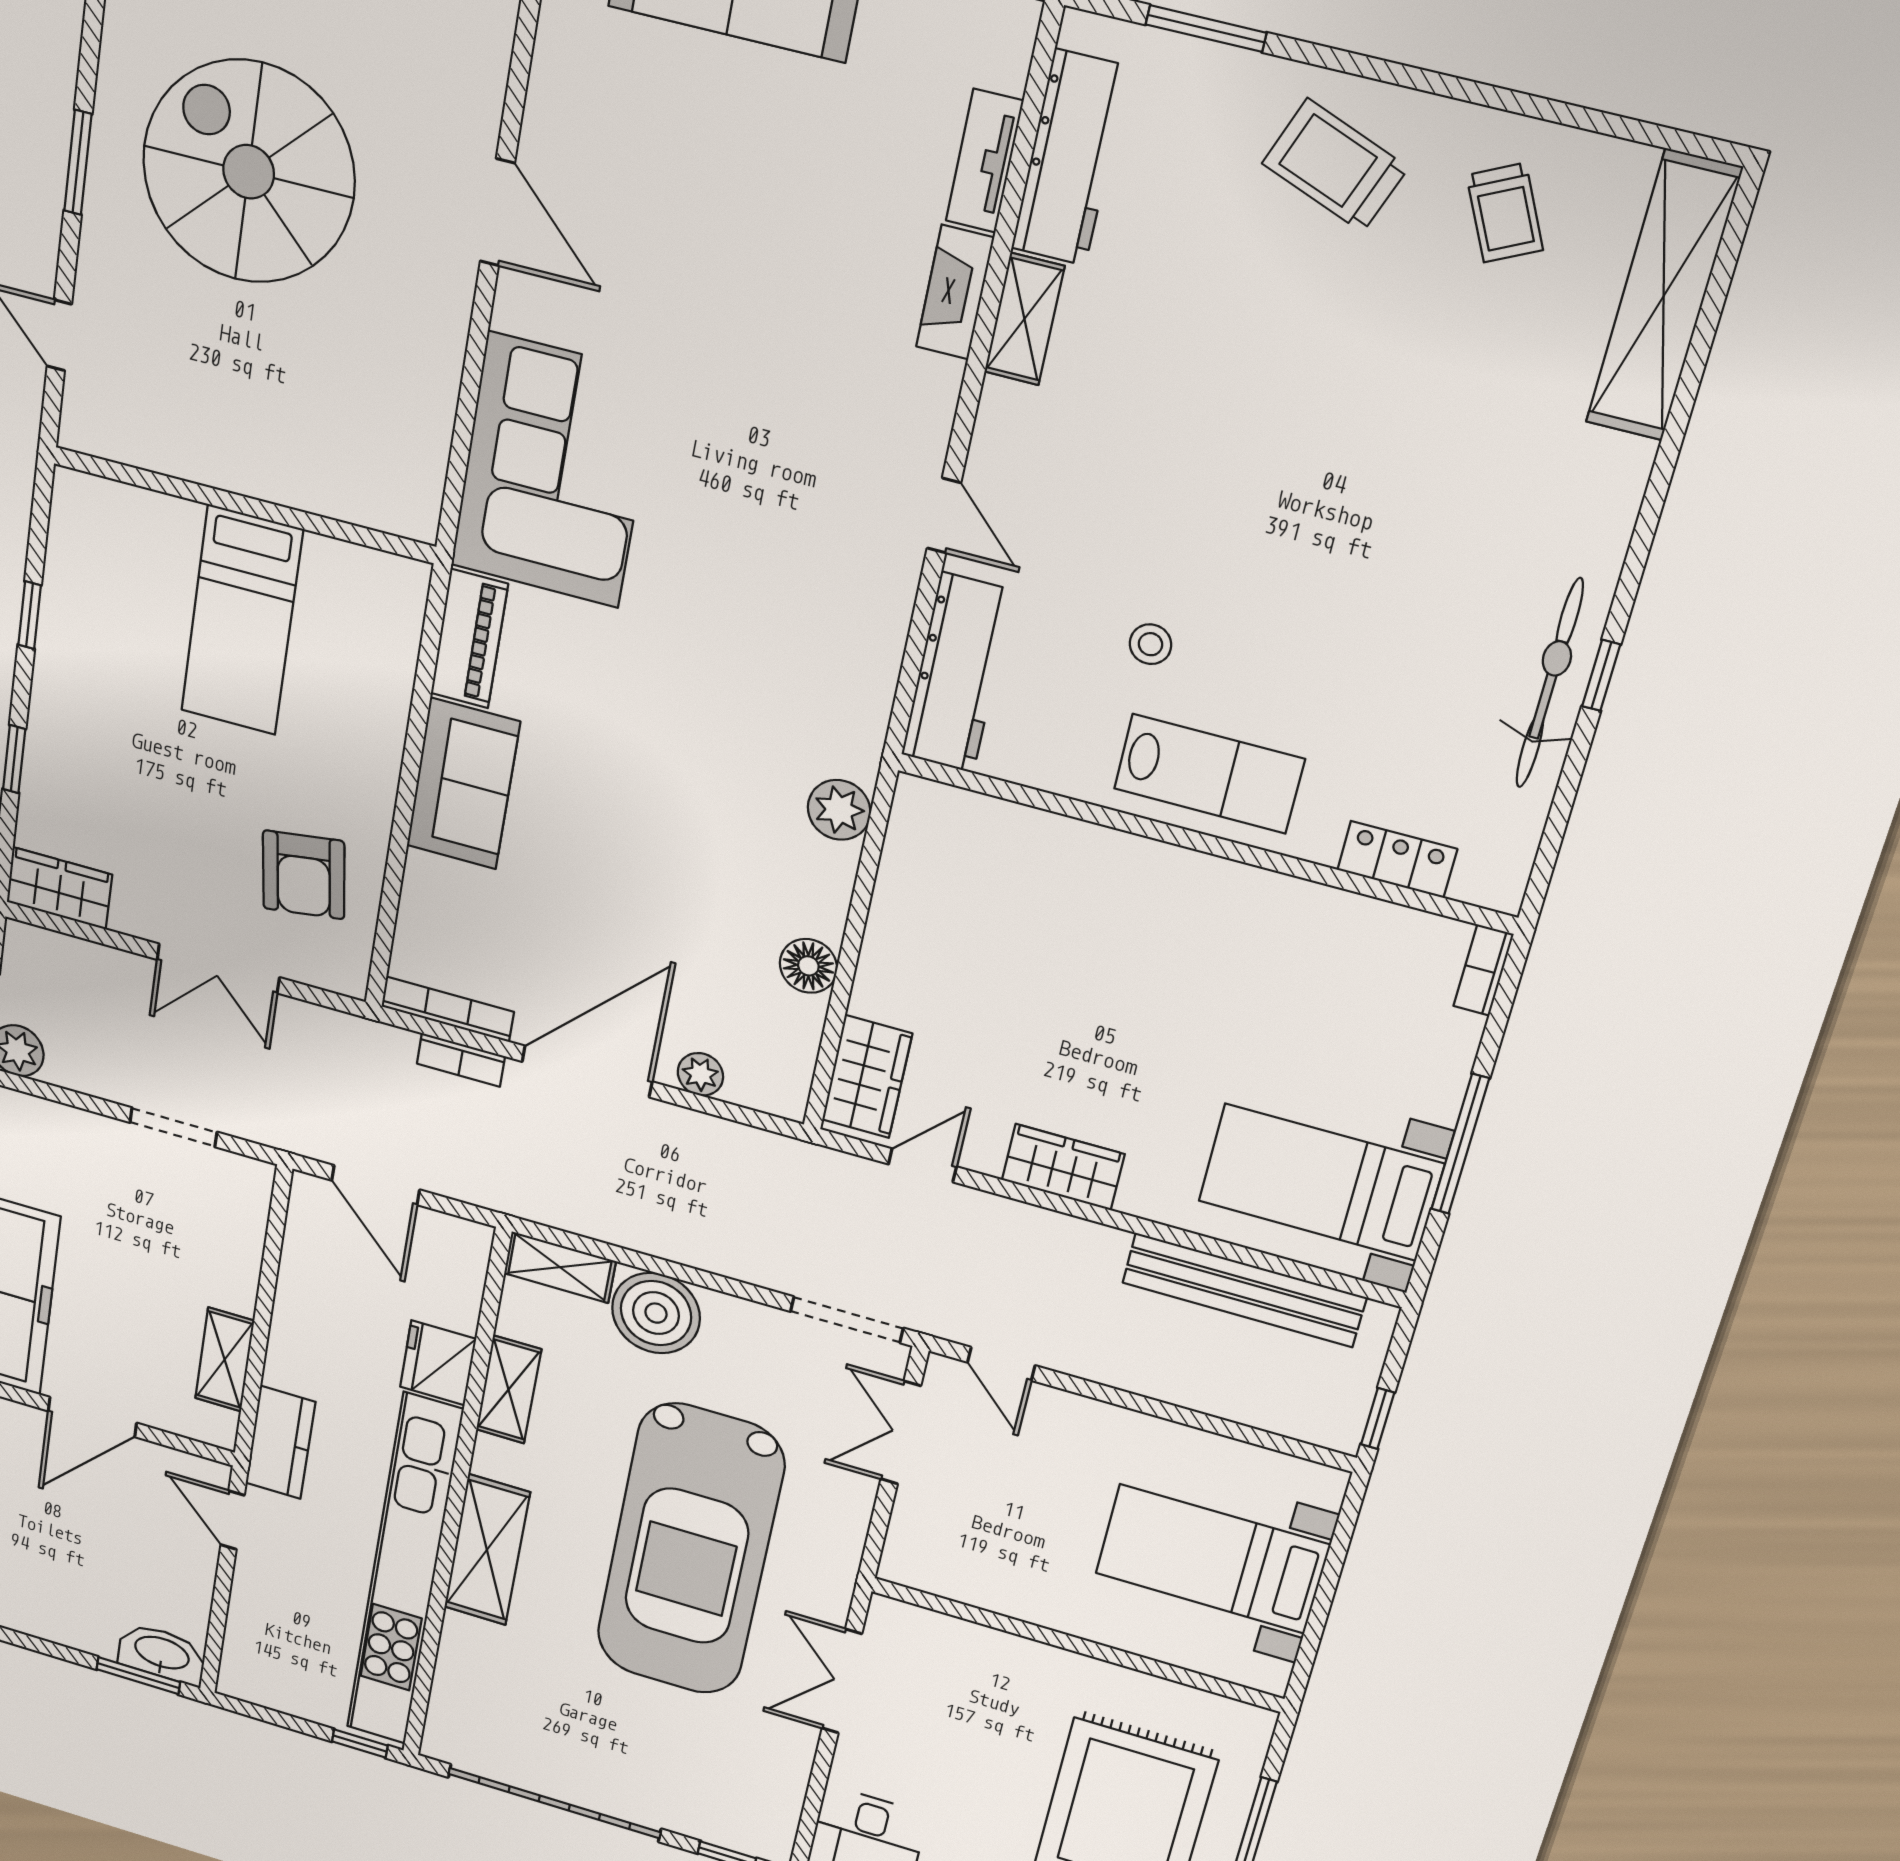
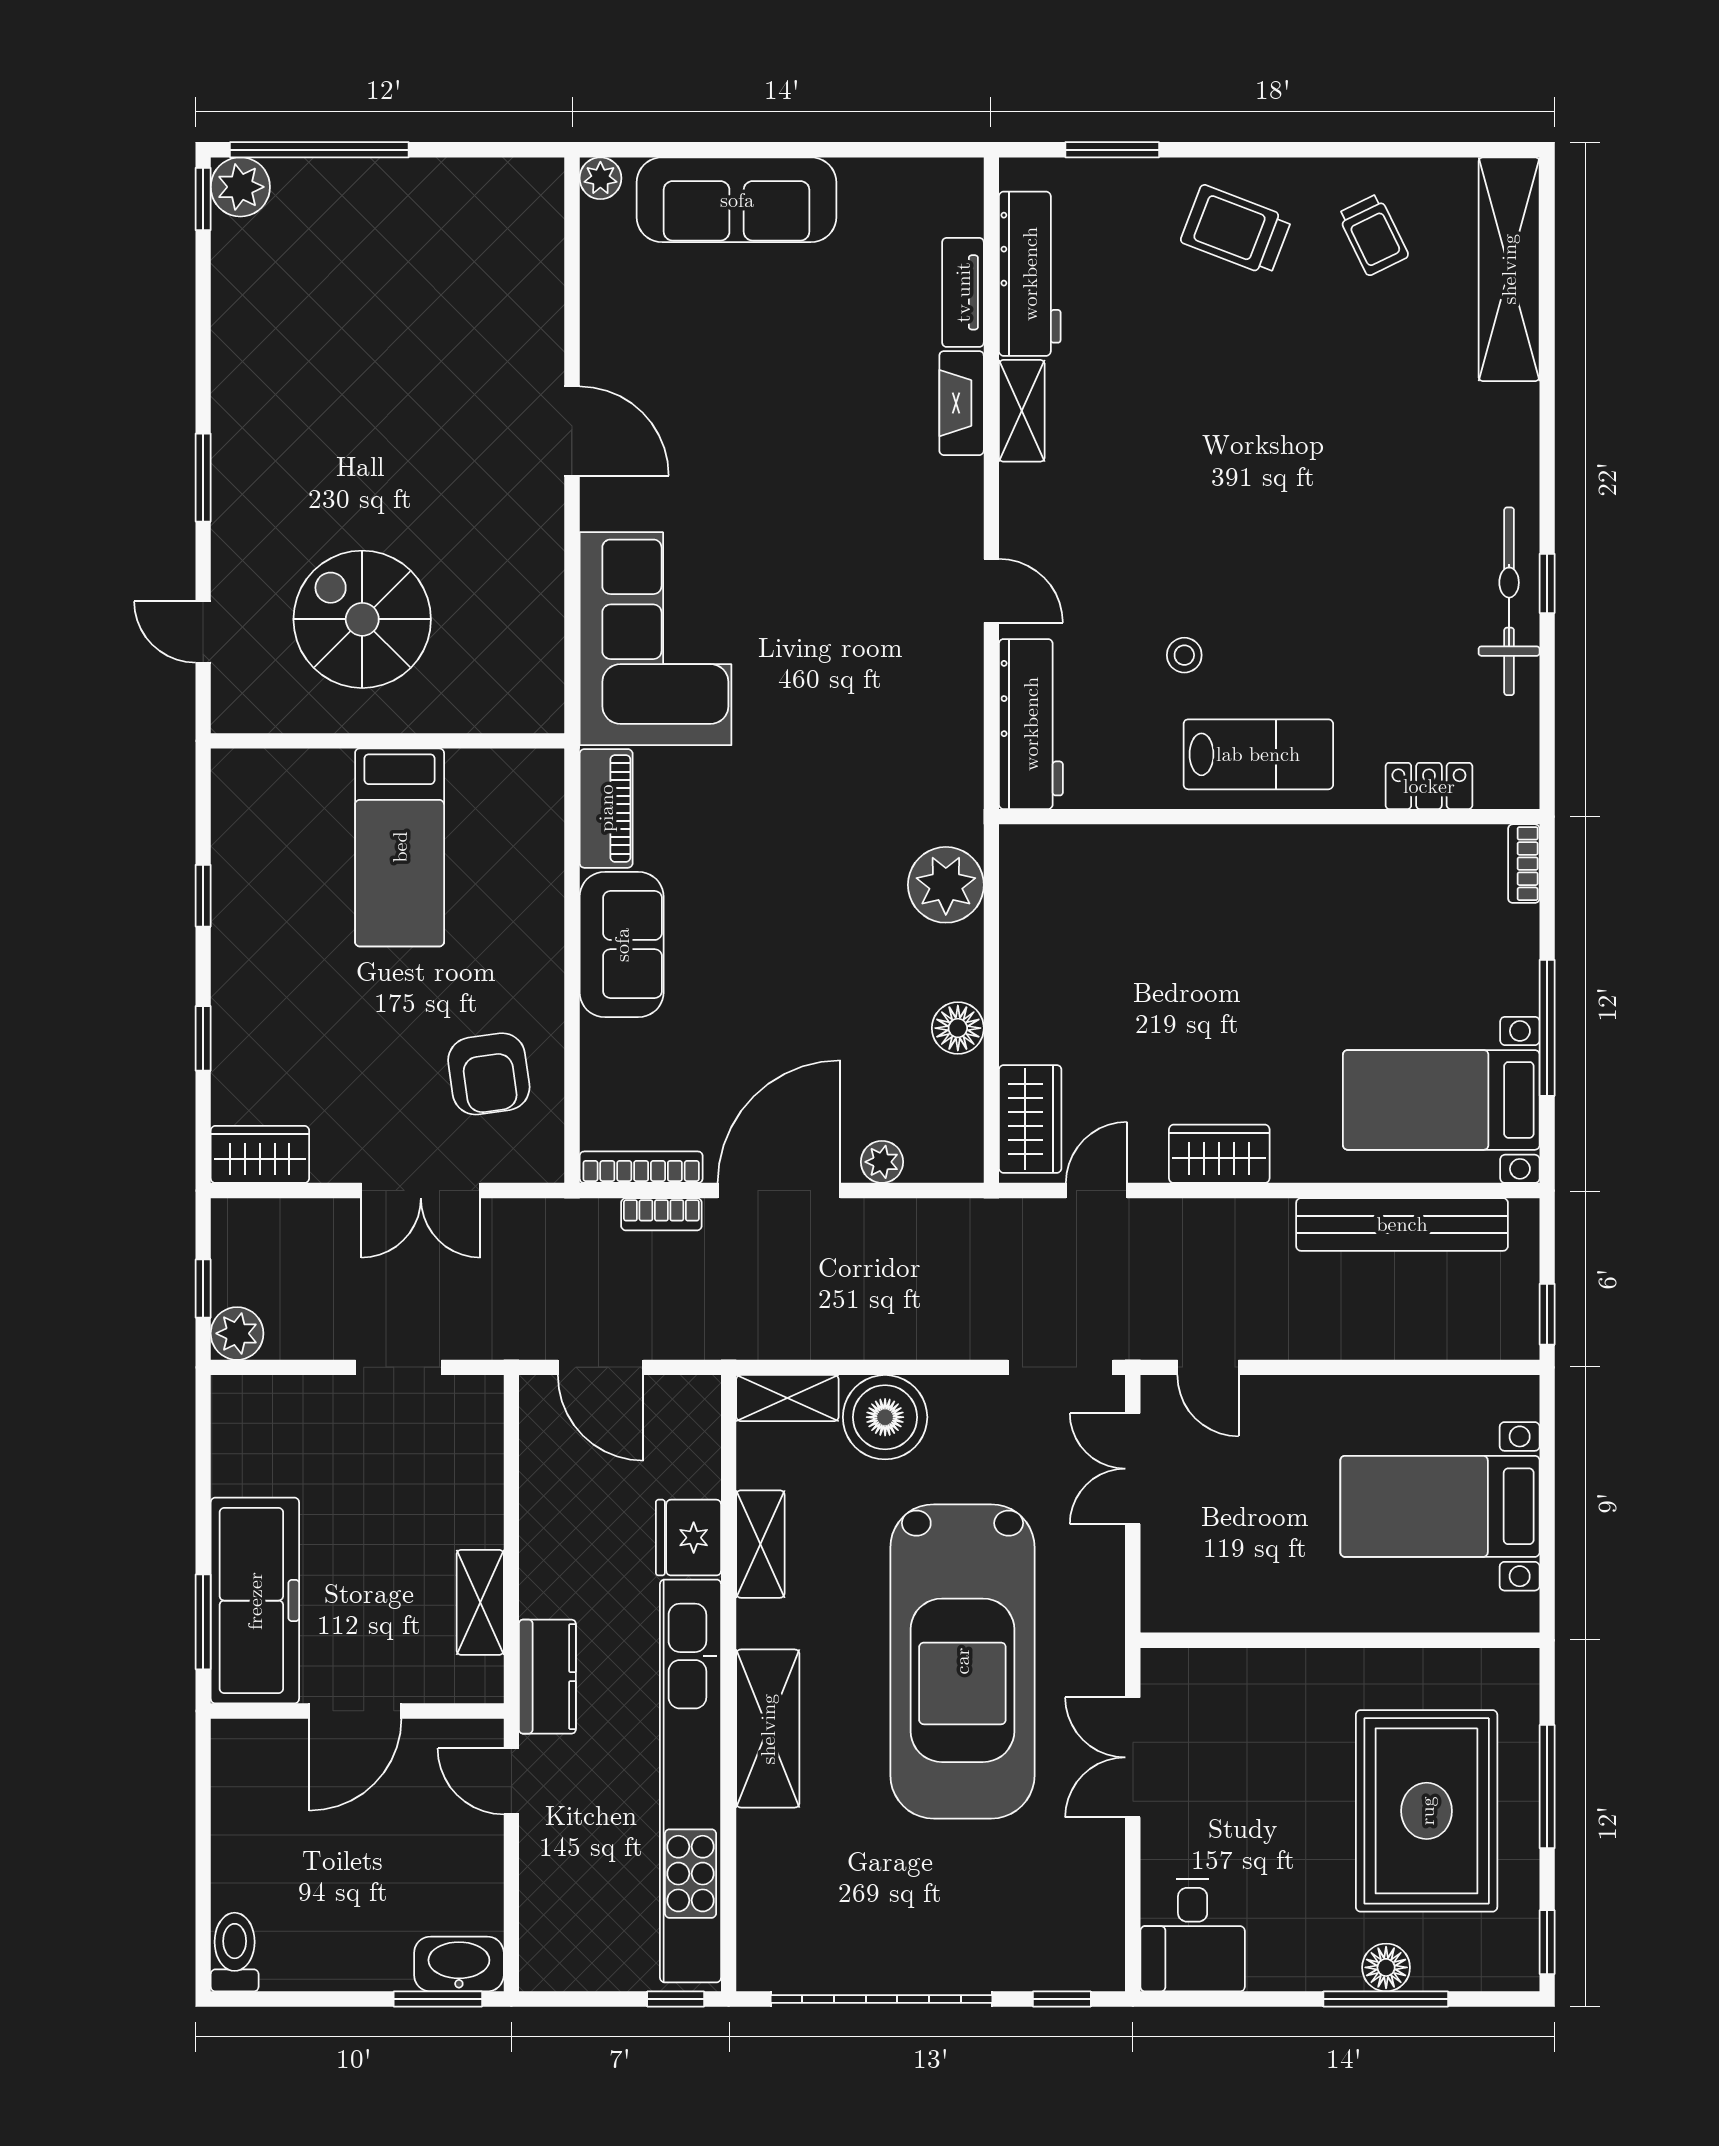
spiral stairs: (249, 172) -> (362, 619), moved, width x0.73, depth x0.73
plant: (839, 810) -> (946, 885), width x1.36, depth x1.36

